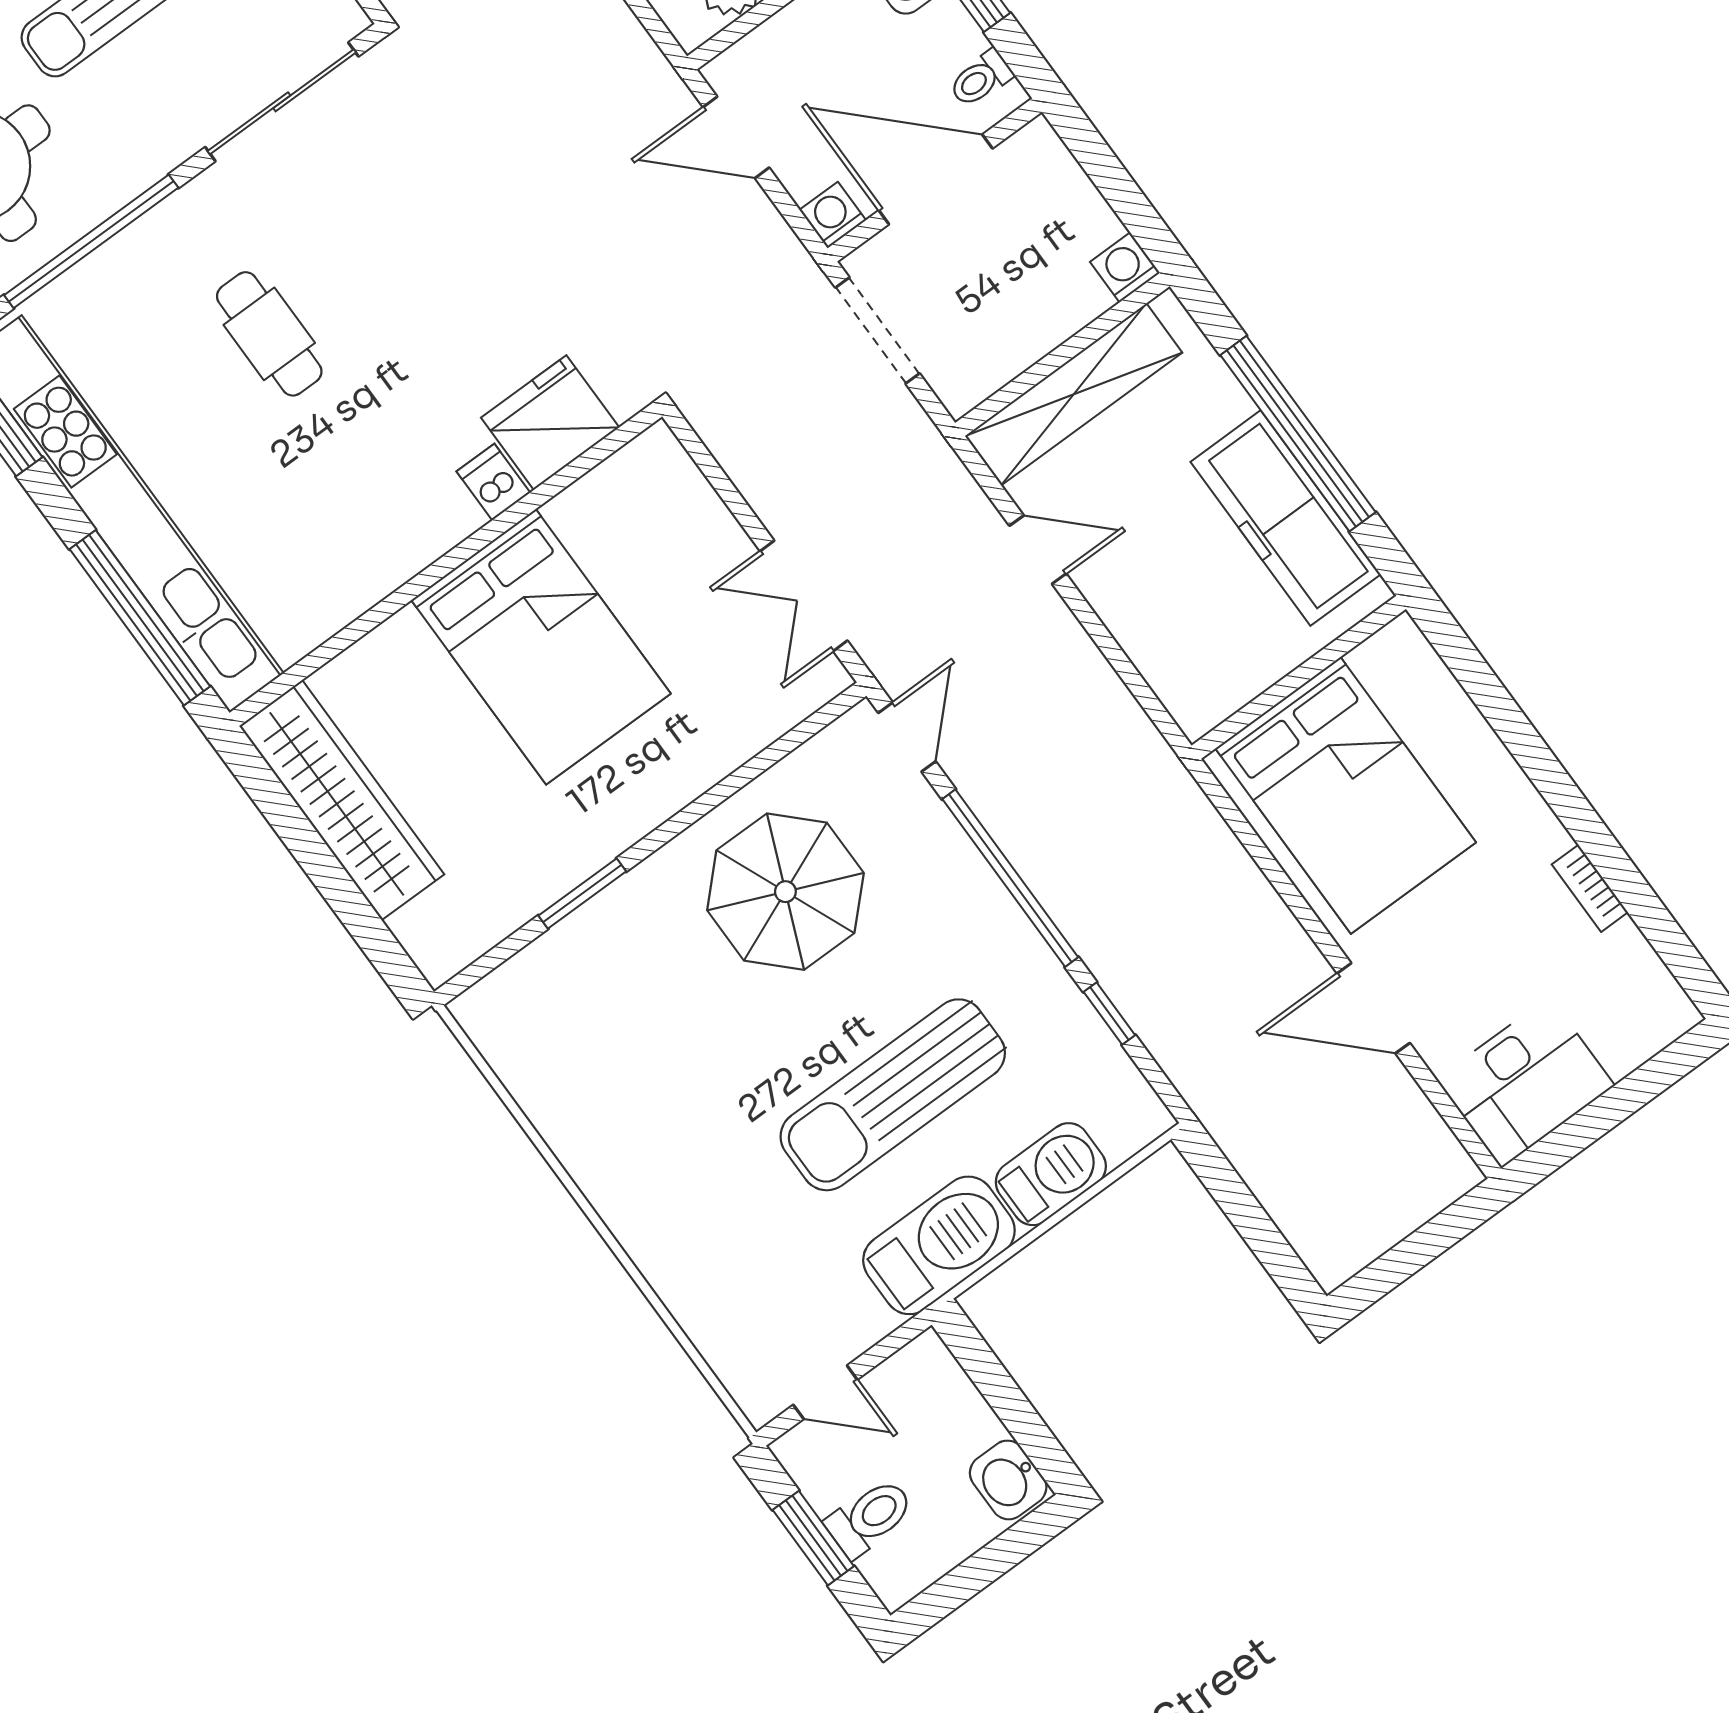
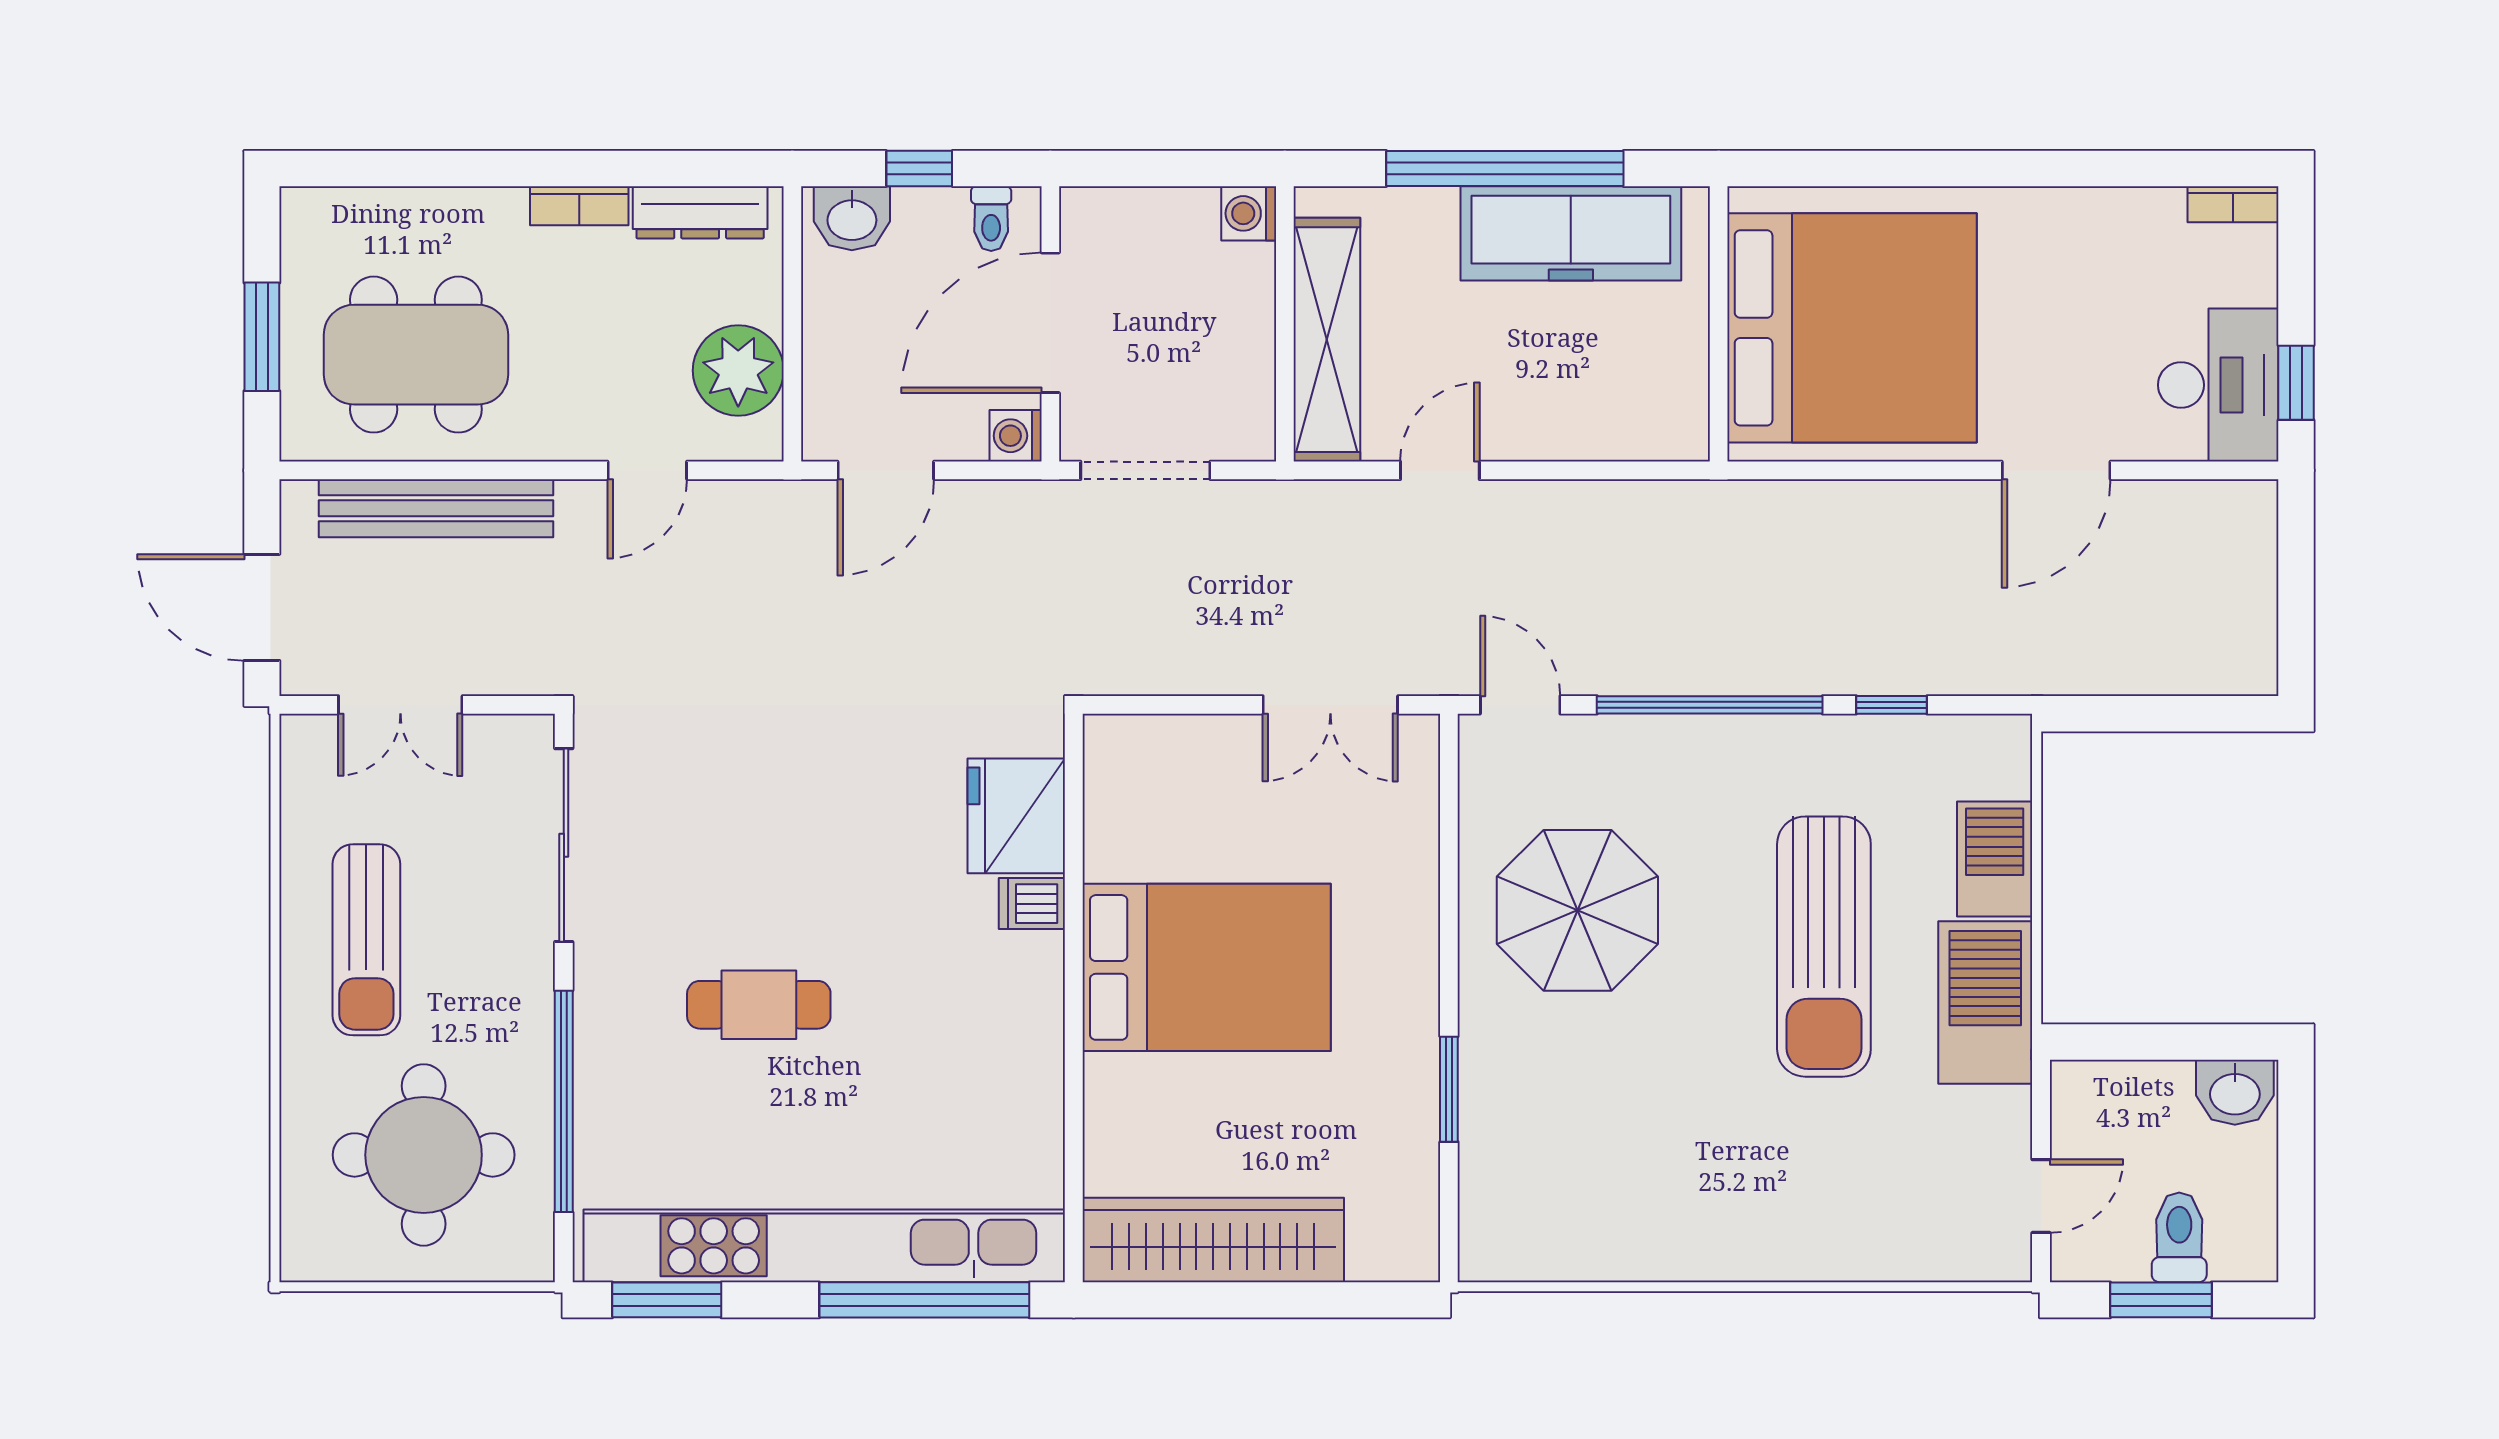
bed: (1346, 795) -> (1852, 328), width x1.36
bookcase: (1590, 888) -> (2233, 204), moved
window: (1569, 1139) -> (2296, 383), added

